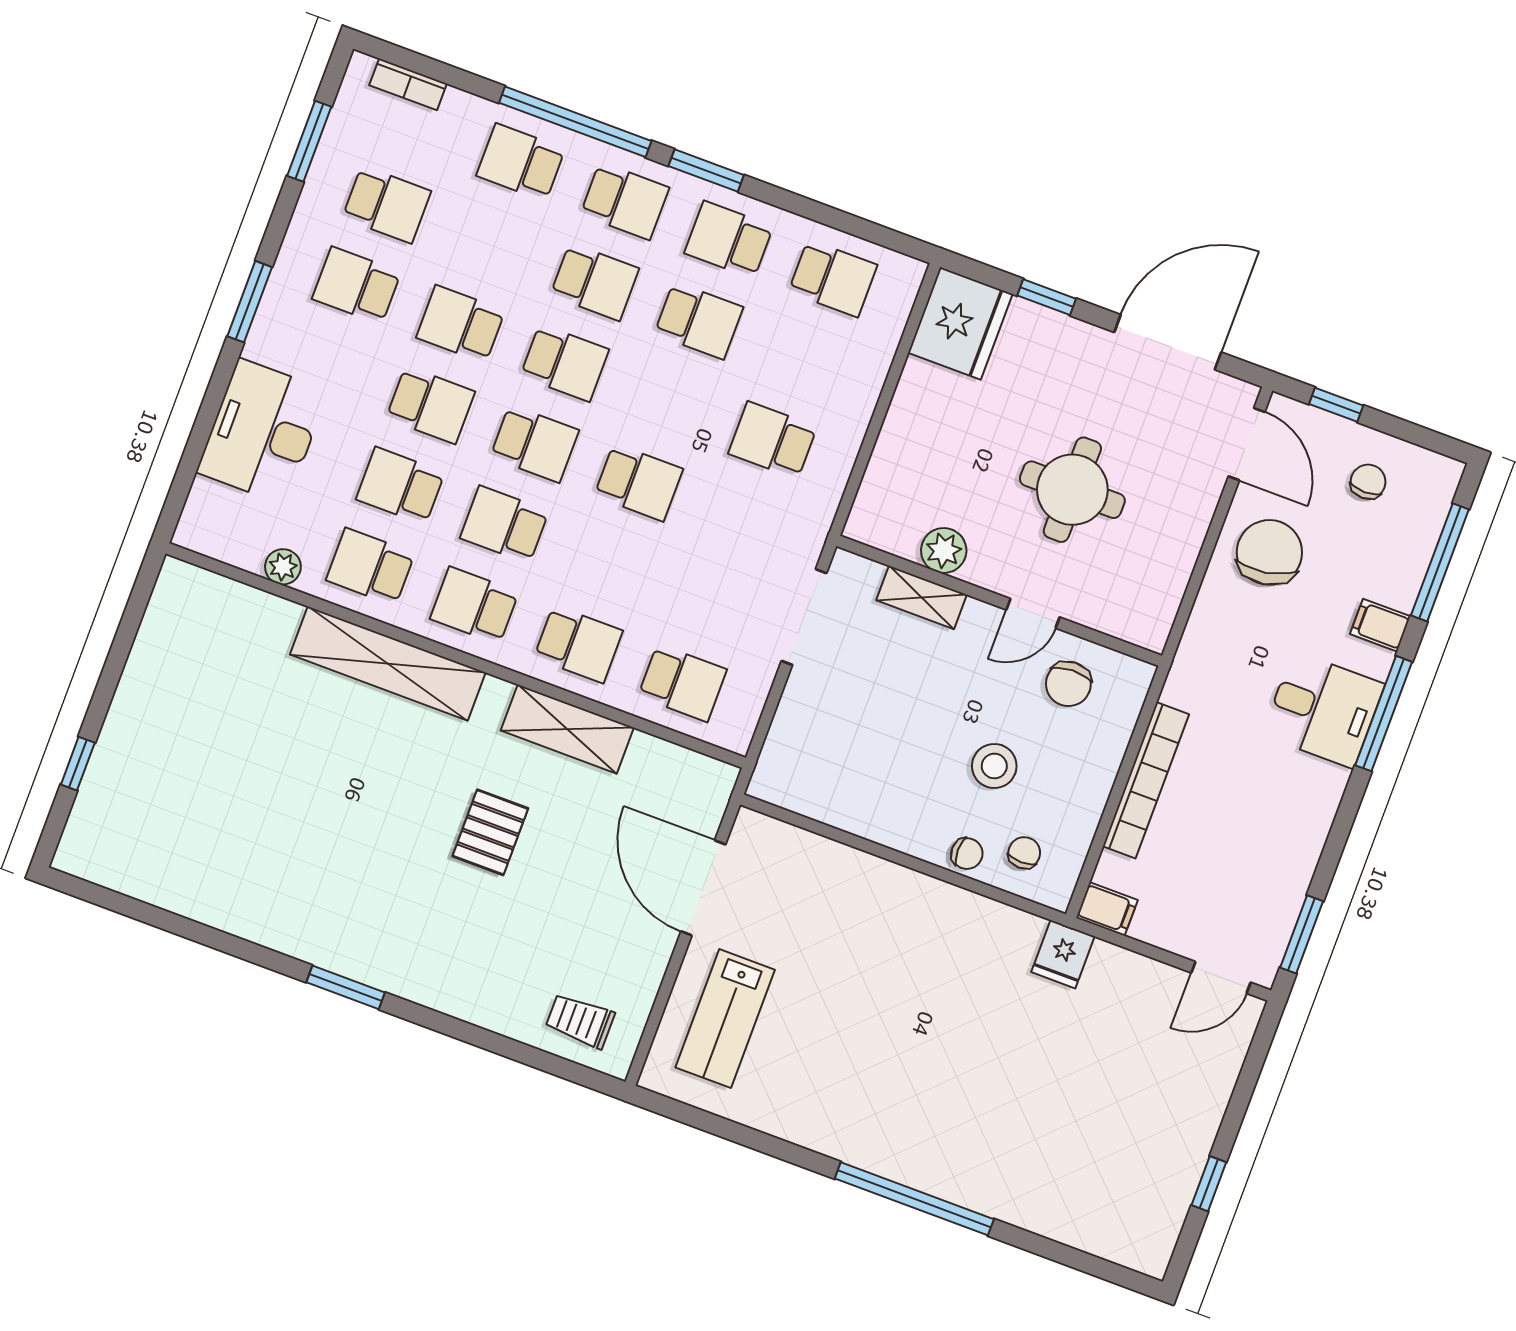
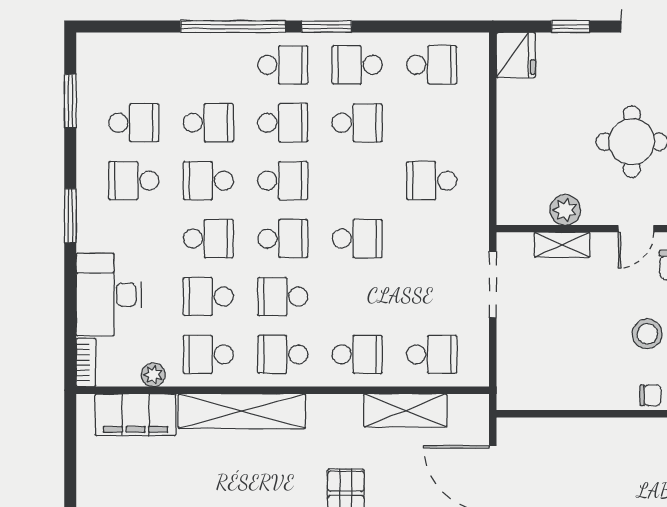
bookcase: (408, 84) -> (86, 363), moved, turned -90
school desk: (521, 162) -> (208, 123), moved, turned 180
fridge: (960, 323) -> (516, 55), width x0.73, depth x0.75
filing cabinet: (237, 613) -> (136, 415), added
shelving: (567, 729) -> (405, 410), moved

